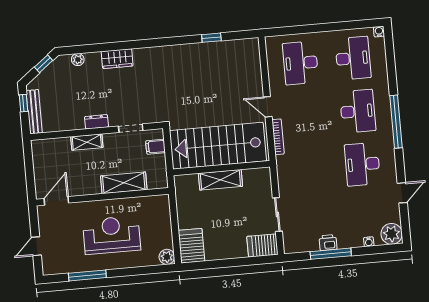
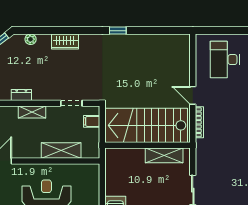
window: (211, 38) -> (118, 31), moved
dresser: (96, 122) -> (21, 95), moved
shelving: (220, 180) -> (164, 155), moved

